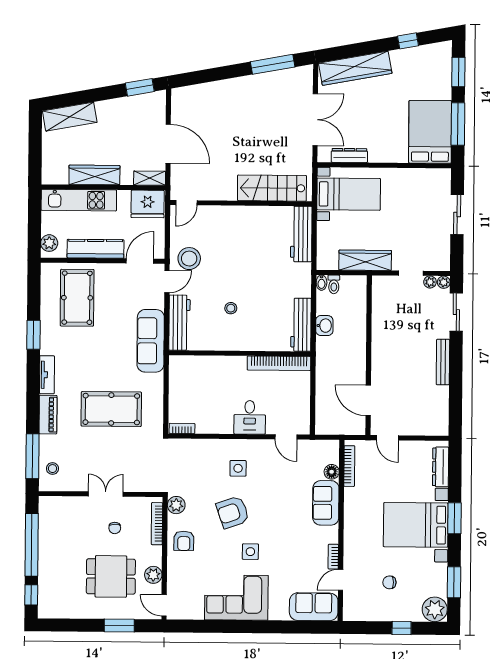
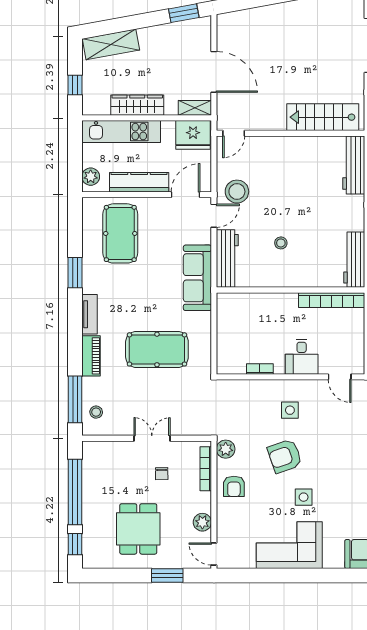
window: (35, 155) -> (75, 85), added
bookcase: (182, 428) -> (260, 369), moved
dining table: (111, 576) -> (138, 529), moved, turned 90

